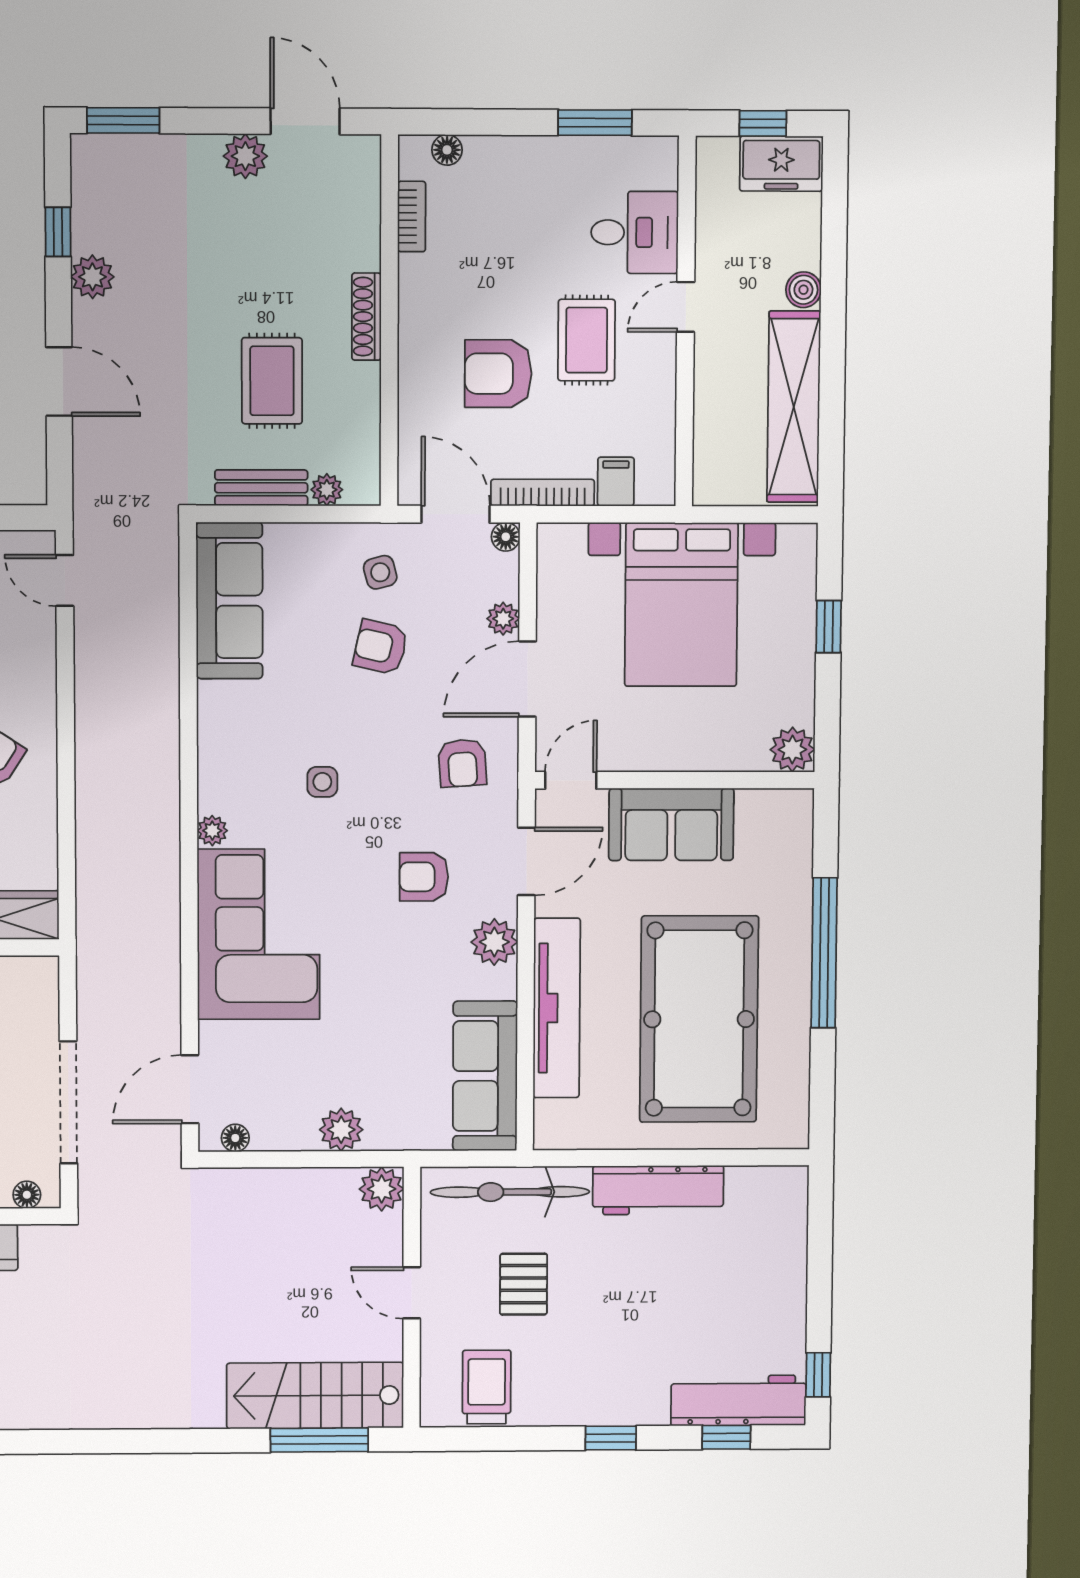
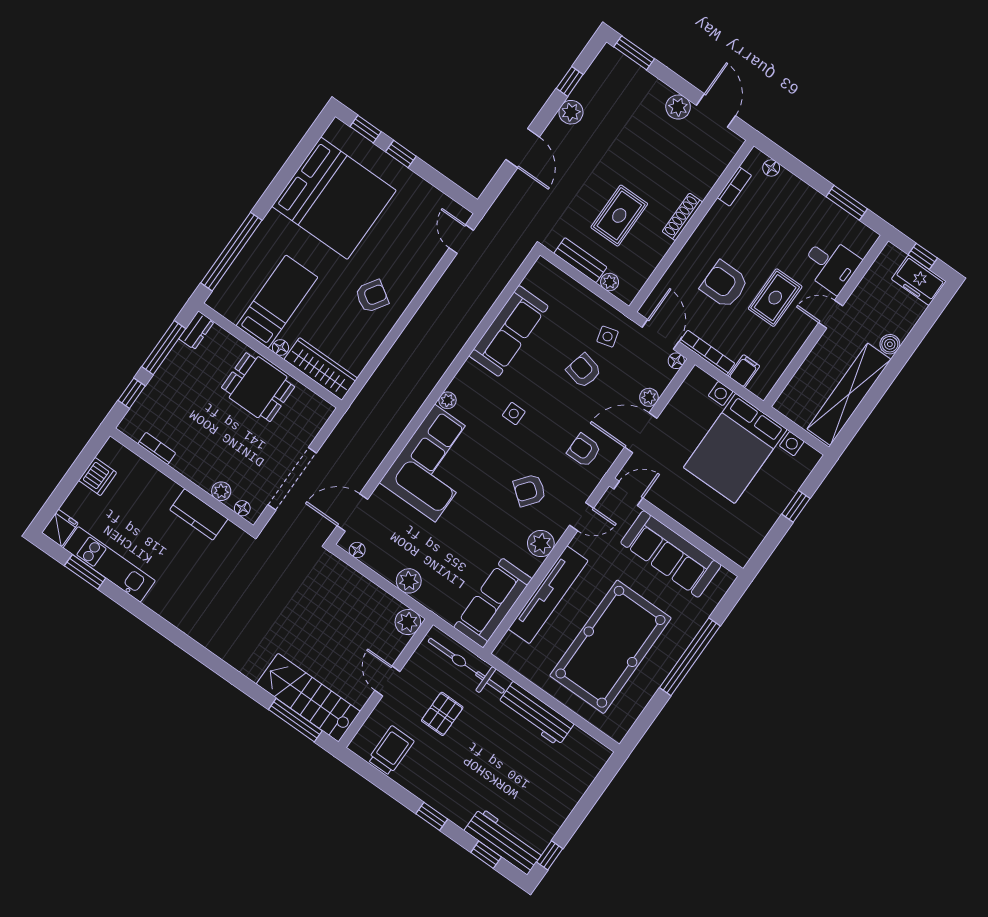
sofa: (229, 601) -> (509, 331), moved
plant: (792, 750) -> (740, 551), removed
armchair: (462, 763) -> (584, 450), turned 94
sofa: (671, 824) -> (671, 554), width x1.36
door: (526, 861) -> (582, 517), width x0.73
armchair: (424, 877) -> (530, 490), turned -52

